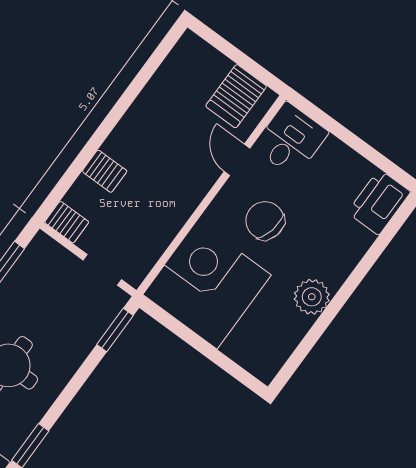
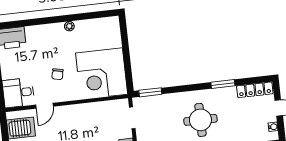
chair: (265, 221) -> (58, 74), width x0.54, depth x0.54
plant: (312, 297) -> (69, 26), width x0.53, depth x0.53

